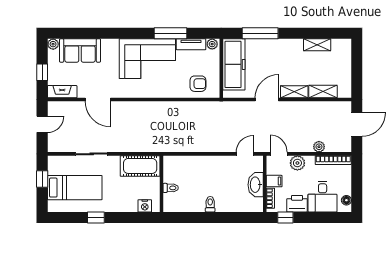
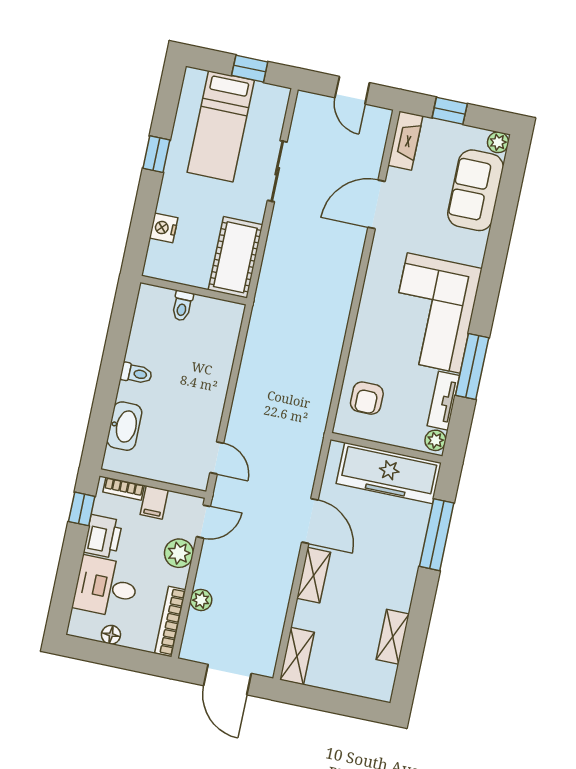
shelving: (323, 92) -> (297, 656), moved
washbasin: (256, 185) -> (124, 426), moved, turned 90
floor lamp: (346, 200) -> (111, 635), moved
nightstand: (145, 206) -> (164, 228), moved

